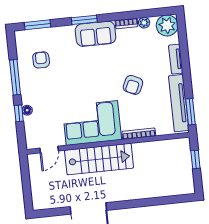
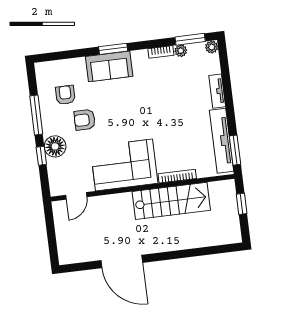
window: (37, 25) -> (190, 39), moved
plant: (167, 25) -> (212, 47), width x0.53, depth x0.53
sofa: (96, 34) -> (109, 66), moved
armchair: (133, 85) -> (85, 120), moved, turned 65
floor lamp: (27, 110) -> (55, 146), width x1.89, depth x1.89
stairs: (99, 159) -> (171, 201), moved

